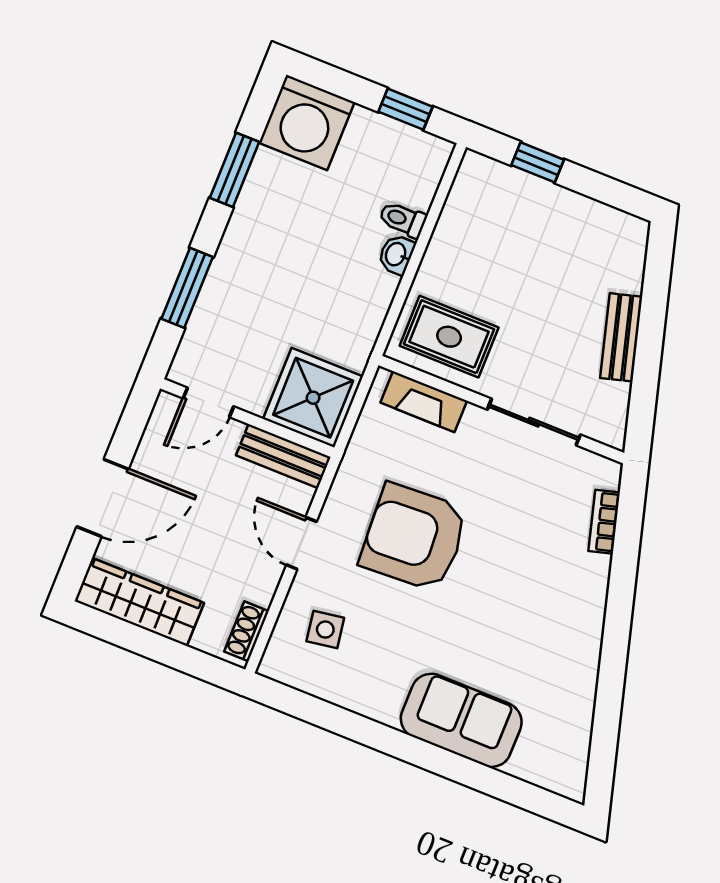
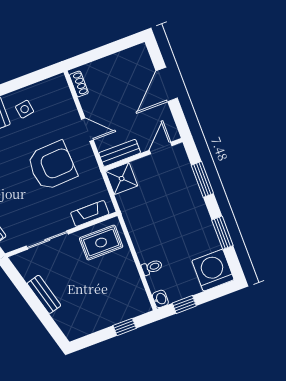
washbasin: (396, 254) -> (160, 299), moved
shower: (313, 398) -> (122, 179), width x0.73, depth x0.73
wardrobe: (139, 602) -> (123, 61), removed
side table: (325, 630) -> (25, 109), moved

